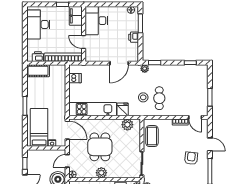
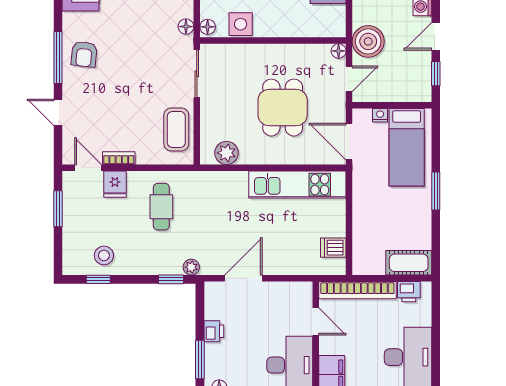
stool: (143, 97) -> (104, 255), moved
fridge: (123, 109) -> (115, 184), moved
armchair: (191, 158) -> (84, 54), moved
plant: (101, 173) -> (279, 55), removed

